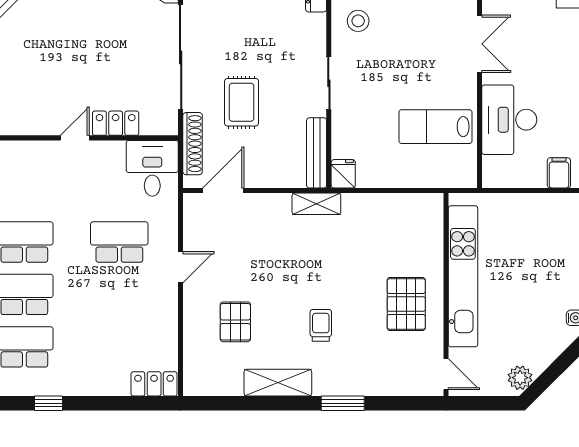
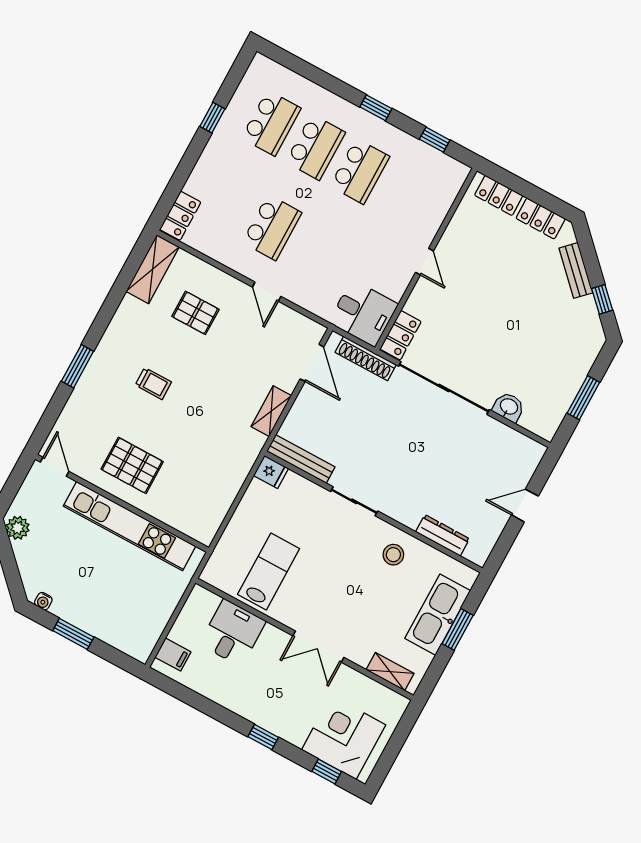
rug: (242, 102) -> (378, 419), removed
desk: (509, 120) -> (233, 633), width x0.73
locker: (116, 123) -> (401, 335), moved
shelving: (316, 204) -> (271, 411), moved
school desk: (119, 242) -> (272, 227), moved
door: (446, 374) -> (55, 467), swing flipped
shelving: (278, 383) -> (153, 269), moved

